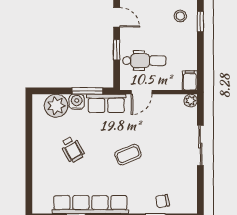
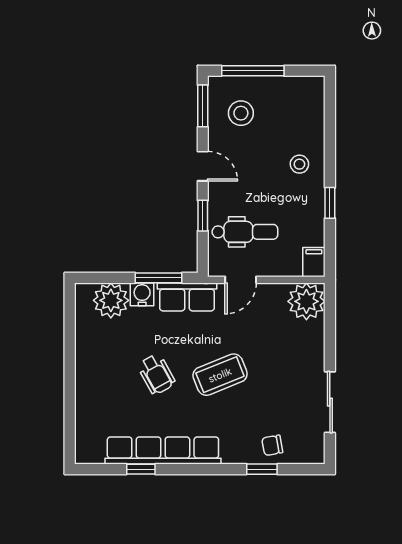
window: (200, 22) -> (330, 203), moved
plant: (191, 101) -> (306, 301), width x1.88, depth x1.88
sliding door: (200, 145) -> (330, 402), moved
wheelchair: (72, 149) -> (156, 374), moved
coffee table: (128, 155) -> (220, 375), width x1.36, depth x1.30

